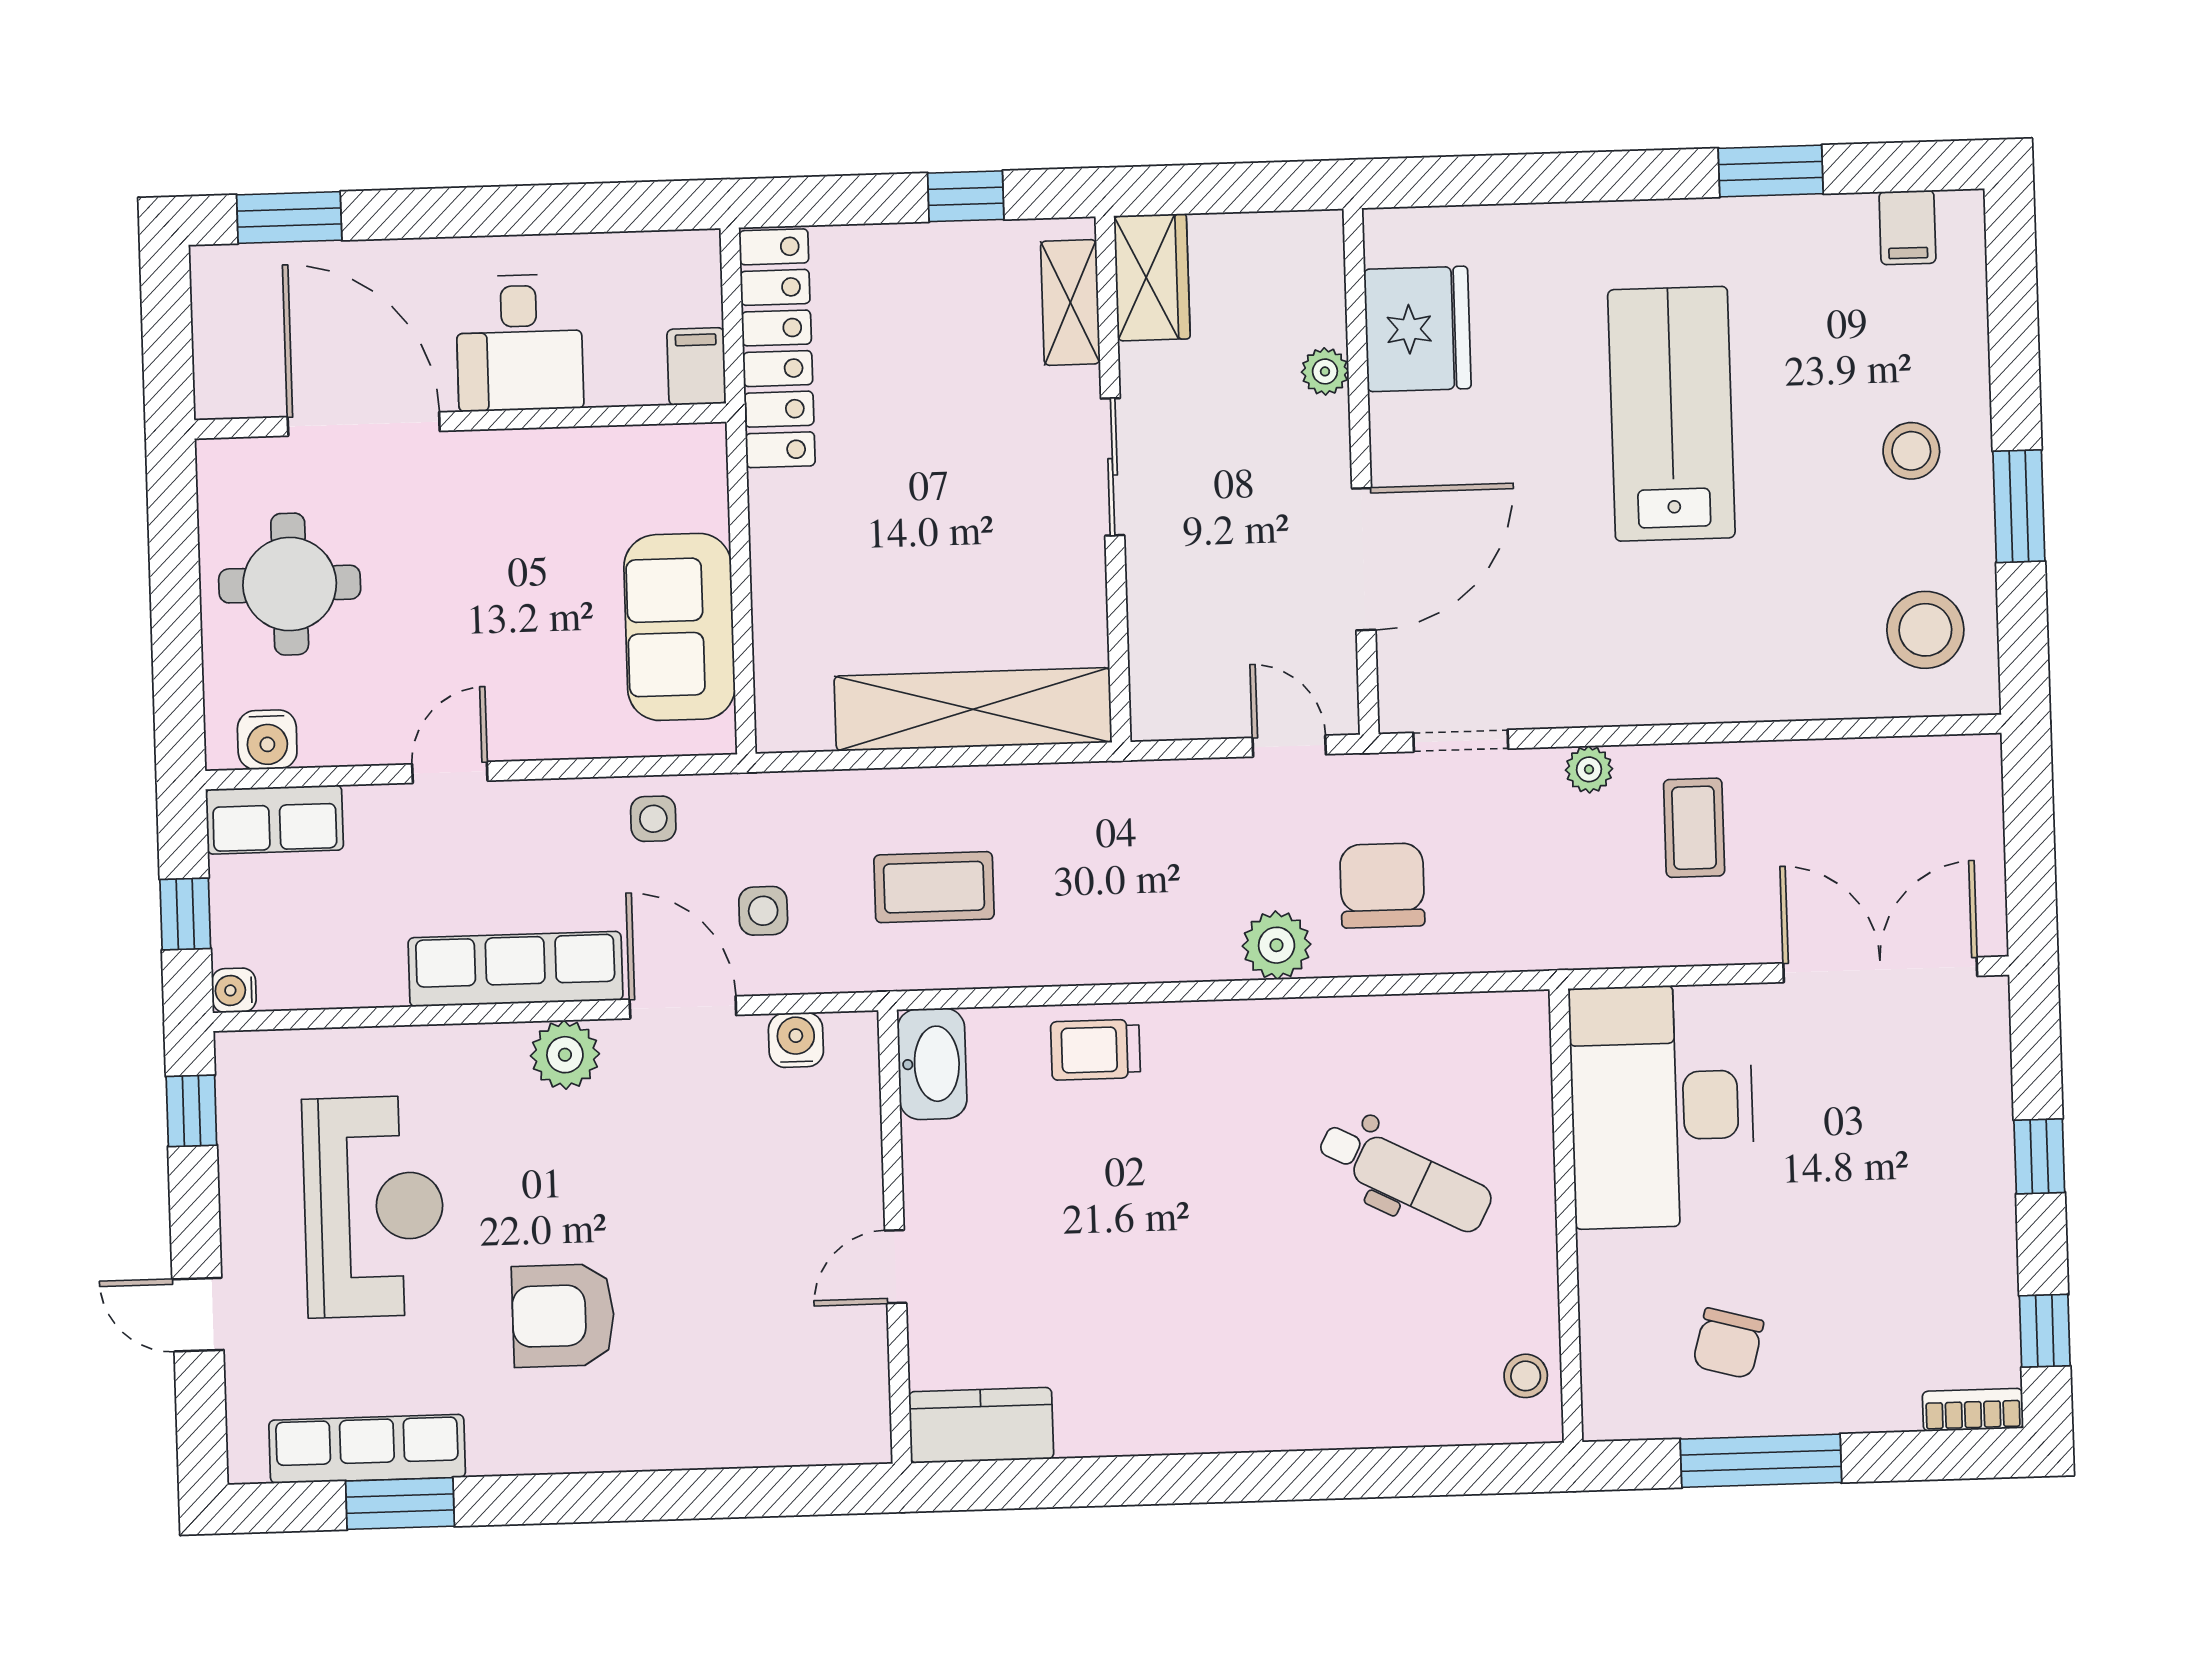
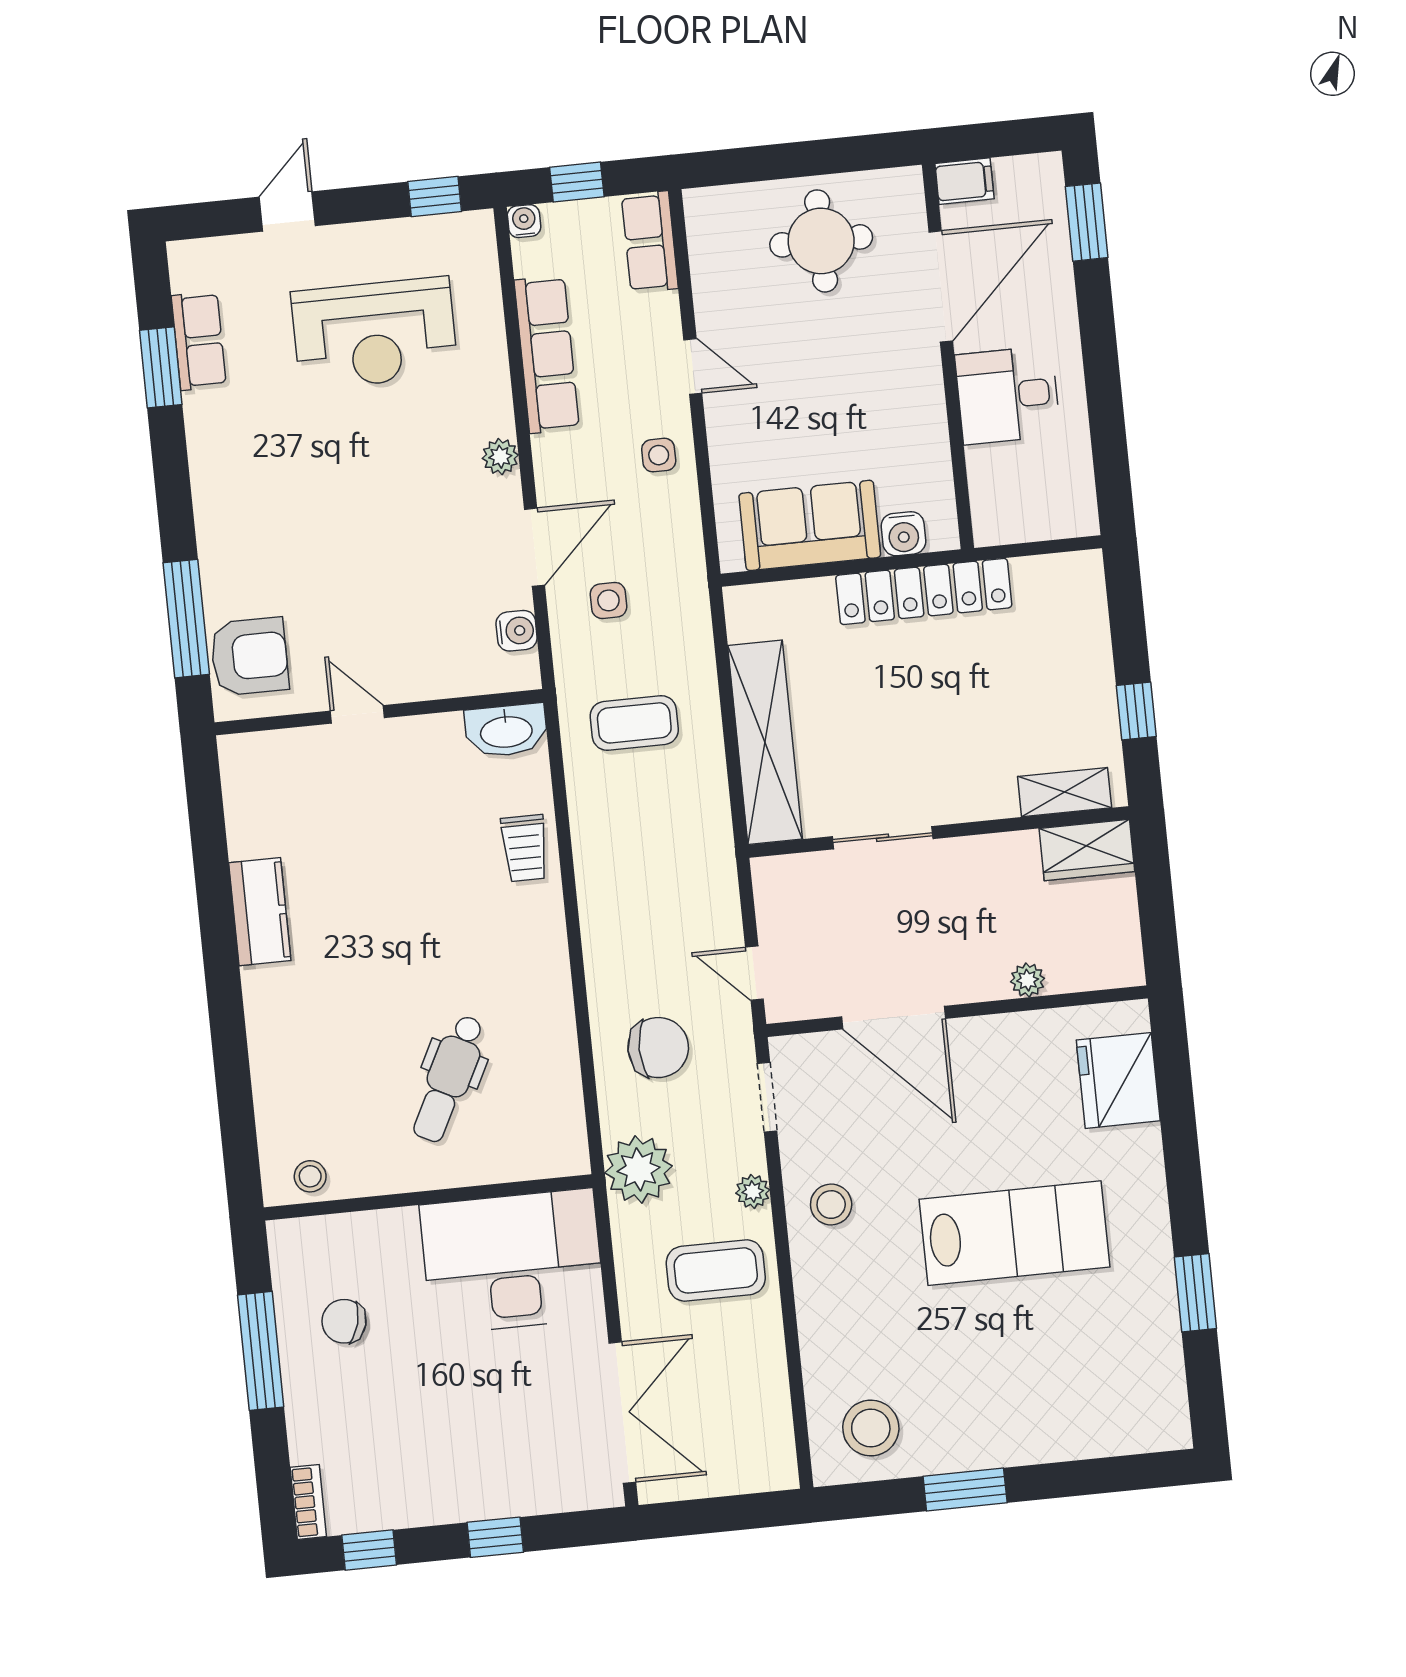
filing cabinet: (1907, 227) -> (1161, 1395), removed
fridge: (1417, 329) -> (1118, 1080), moved, turned 90
locker: (777, 348) -> (924, 591), moved
filing cabinet: (696, 366) -> (964, 181), moved
stool: (1911, 451) -> (831, 1205), moved
sliding door: (1113, 467) -> (883, 838), moved
water cooler: (267, 740) -> (903, 534), moved, turned -90
door: (1289, 746) -> (754, 973), swing flipped
side table: (653, 819) -> (659, 455), moved
coffee table: (1694, 828) -> (716, 1270), width x1.36, depth x1.30
coffee table: (934, 887) -> (634, 723), turned 90
plant: (1277, 945) -> (639, 1169), moved, width x1.36, depth x1.36
row of seats: (515, 969) -> (547, 354), moved
trolley: (1095, 1050) -> (525, 848), turned 180
plant: (565, 1055) -> (500, 457), width x0.73, depth x0.73
armchair: (563, 1316) -> (249, 656), moved, turned 90
kitchen counter: (981, 1425) -> (260, 912), moved
row of seats: (367, 1449) -> (199, 341), width x0.68
window: (748, 1493) -> (186, 619), added

